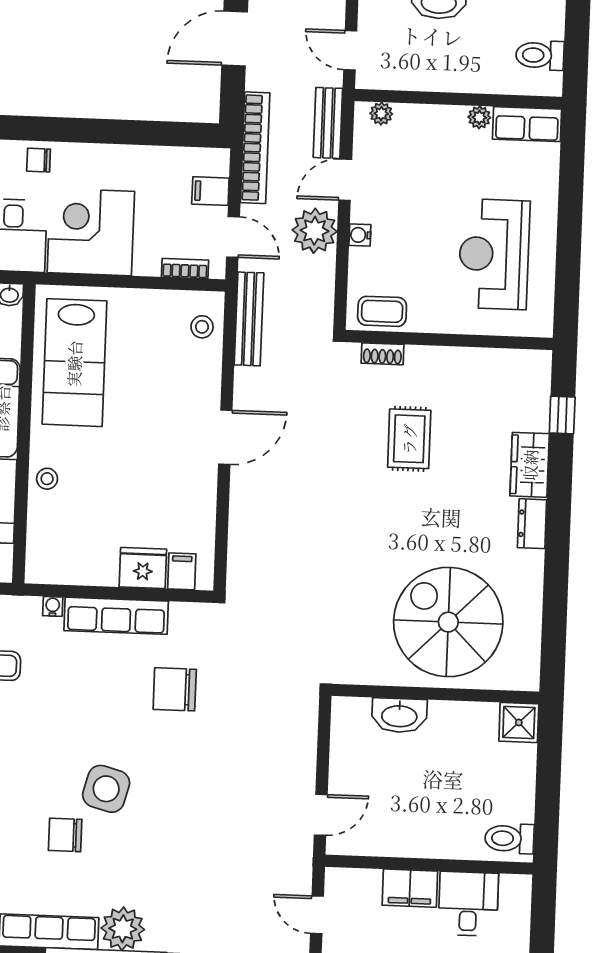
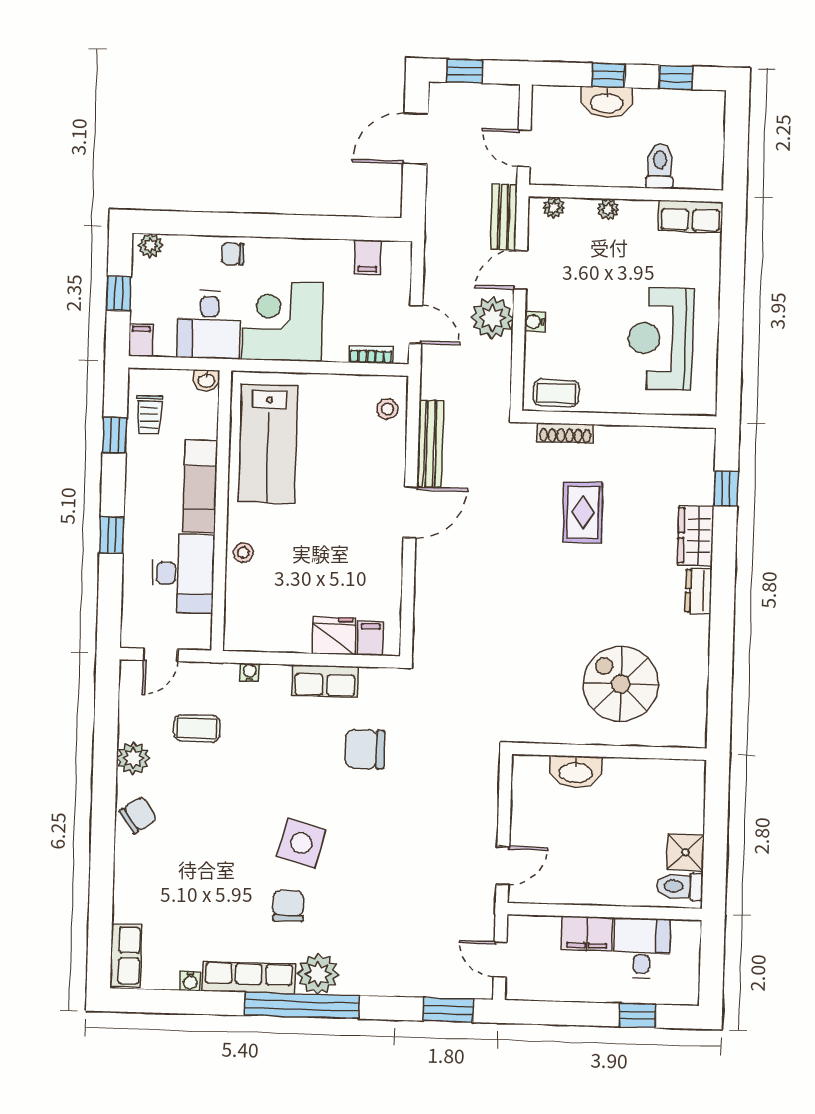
toilet: (540, 55) -> (660, 166), moved, turned 90
plant: (479, 117) -> (608, 209), moved
bookcase: (255, 148) -> (436, 241), removed
filing cabinet: (210, 191) -> (368, 257), moved, turned -90
bench: (249, 319) -> (430, 444), moved
shoe rack: (382, 354) -> (565, 433), width x1.43
row of seats: (116, 616) -> (325, 681), width x0.68
spiral stairs: (448, 622) -> (621, 684), width x0.73, depth x0.73
shower: (519, 722) -> (686, 852), moved
chair: (65, 835) -> (288, 906), moved, turned 90

